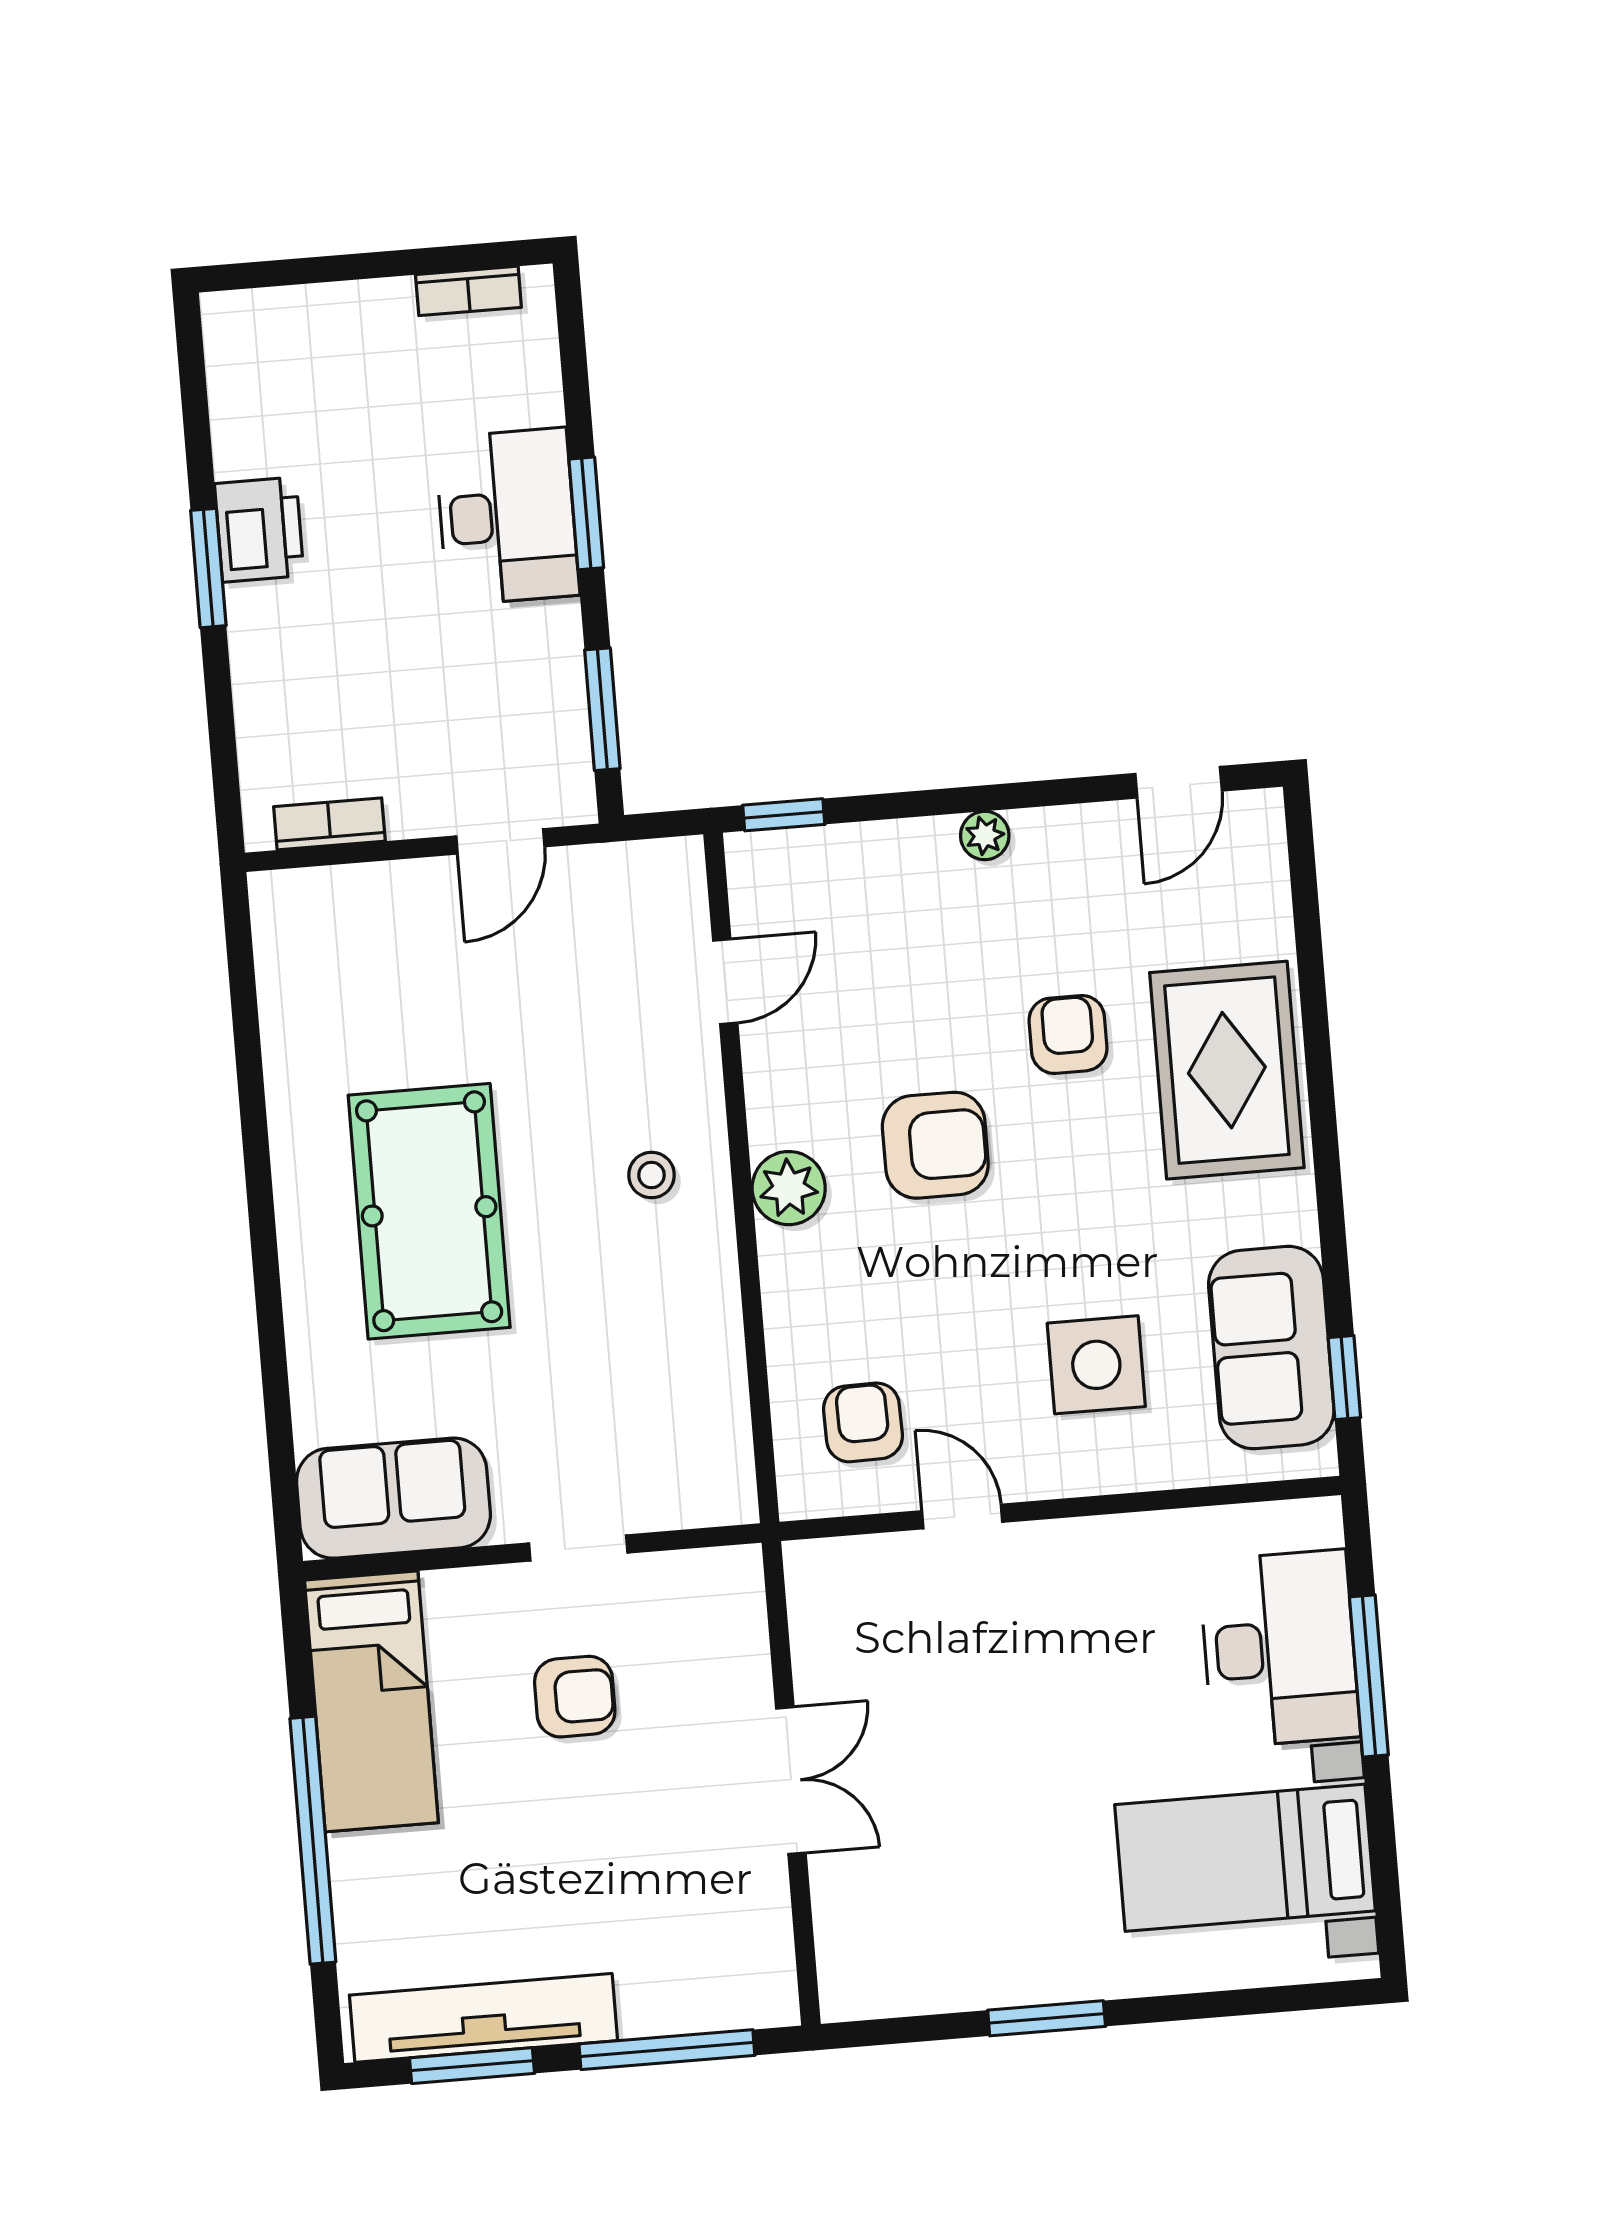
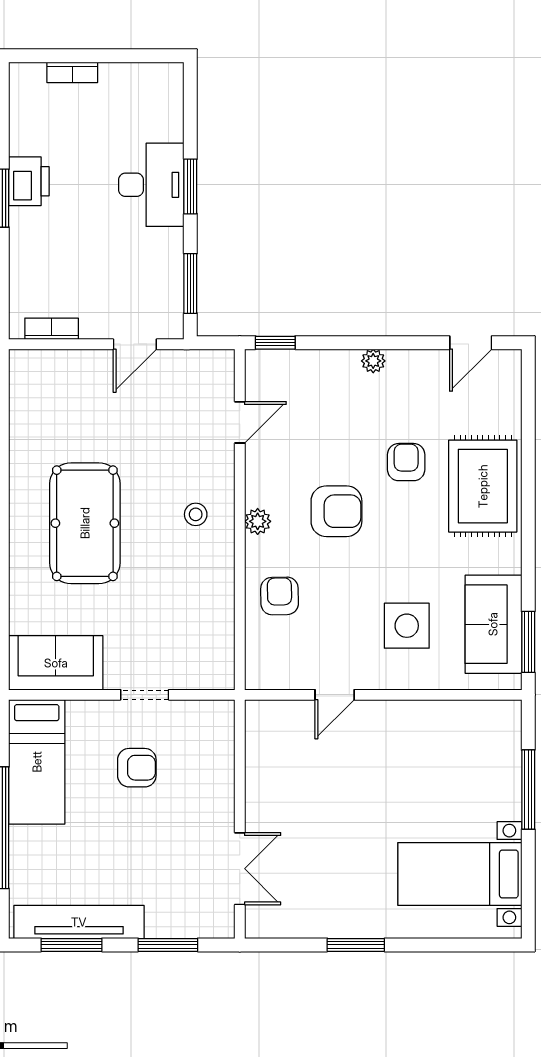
bookcase: (468, 291) -> (72, 72), moved
plant: (789, 1188) -> (258, 521), width x0.73, depth x0.73
window: (1344, 1378) -> (528, 642), width x1.50
armchair: (863, 1422) -> (280, 596), moved
door: (962, 1516) -> (335, 695), swing flipped
desk: (1279, 1649) -> (485, 773), removed
double door: (791, 1781) -> (240, 869), moved
window: (667, 2050) -> (168, 945), width x0.69

